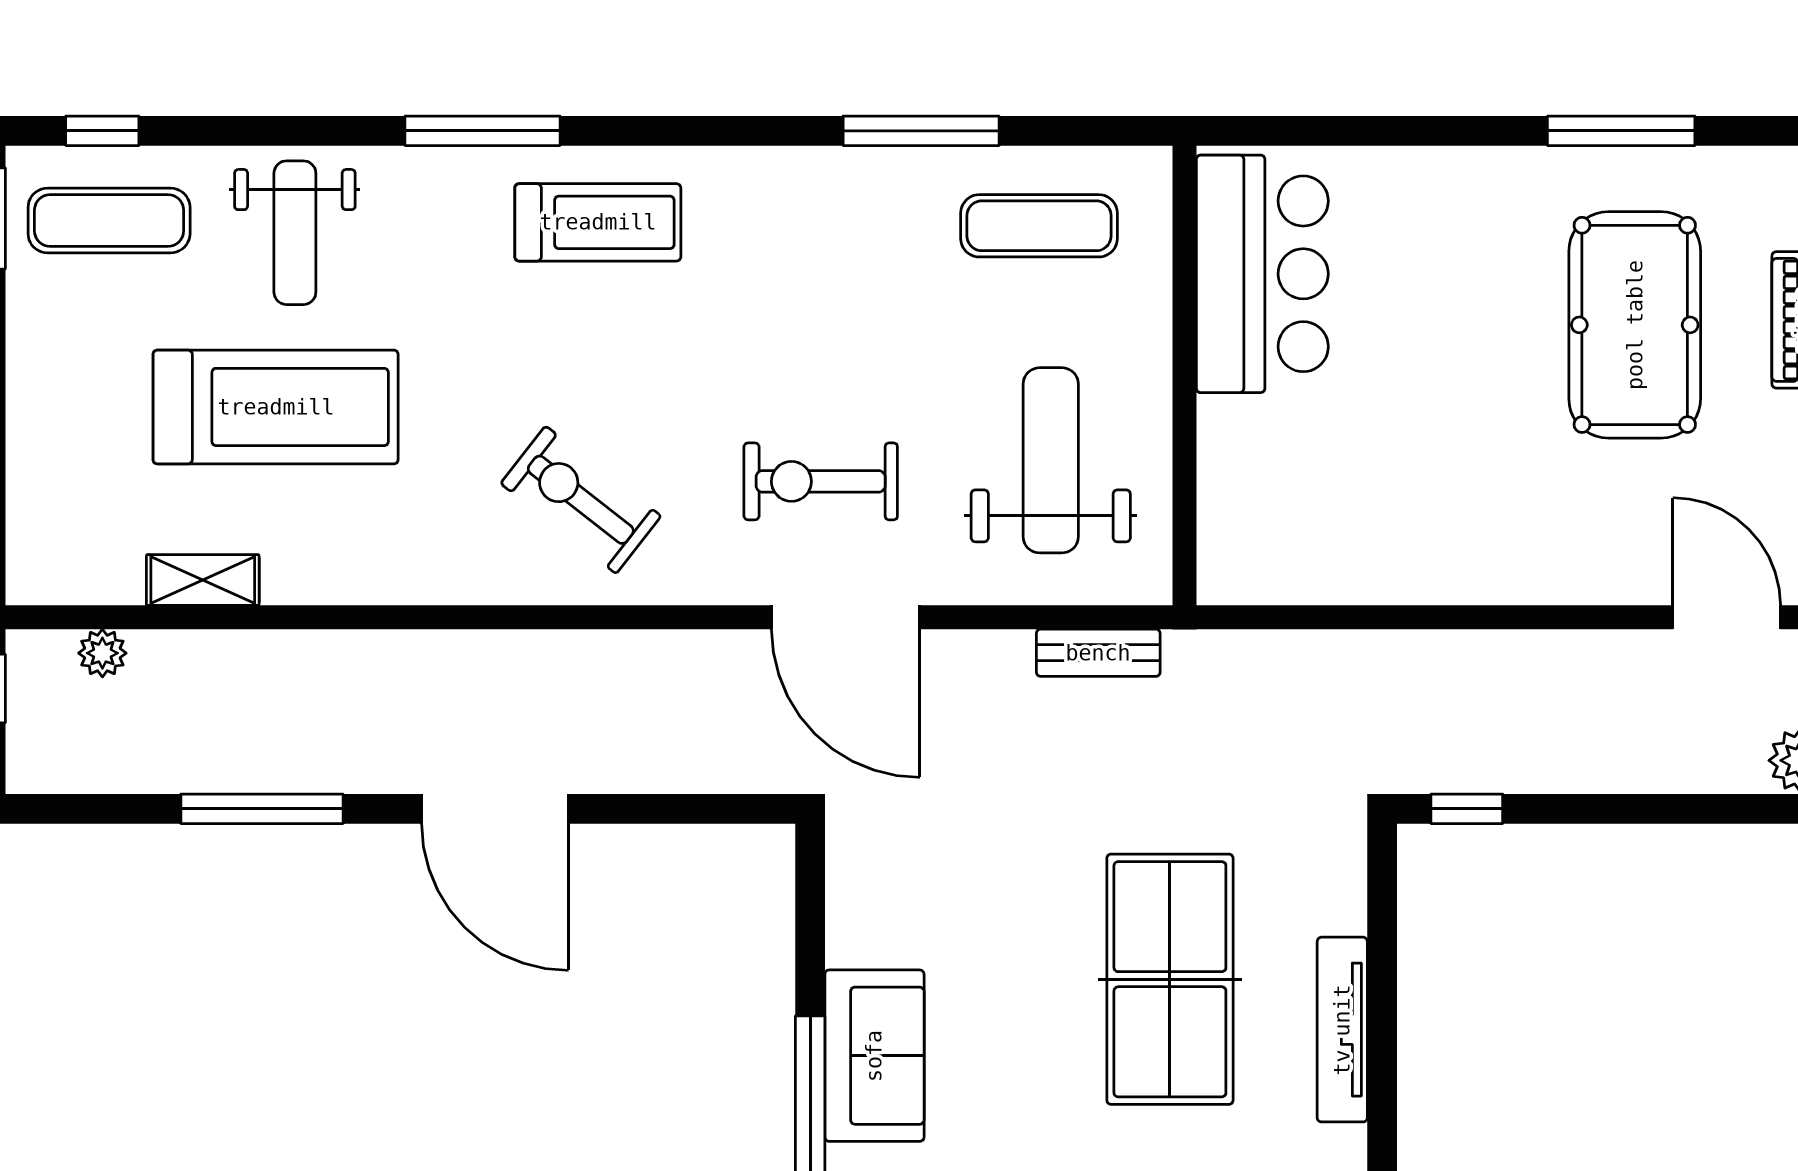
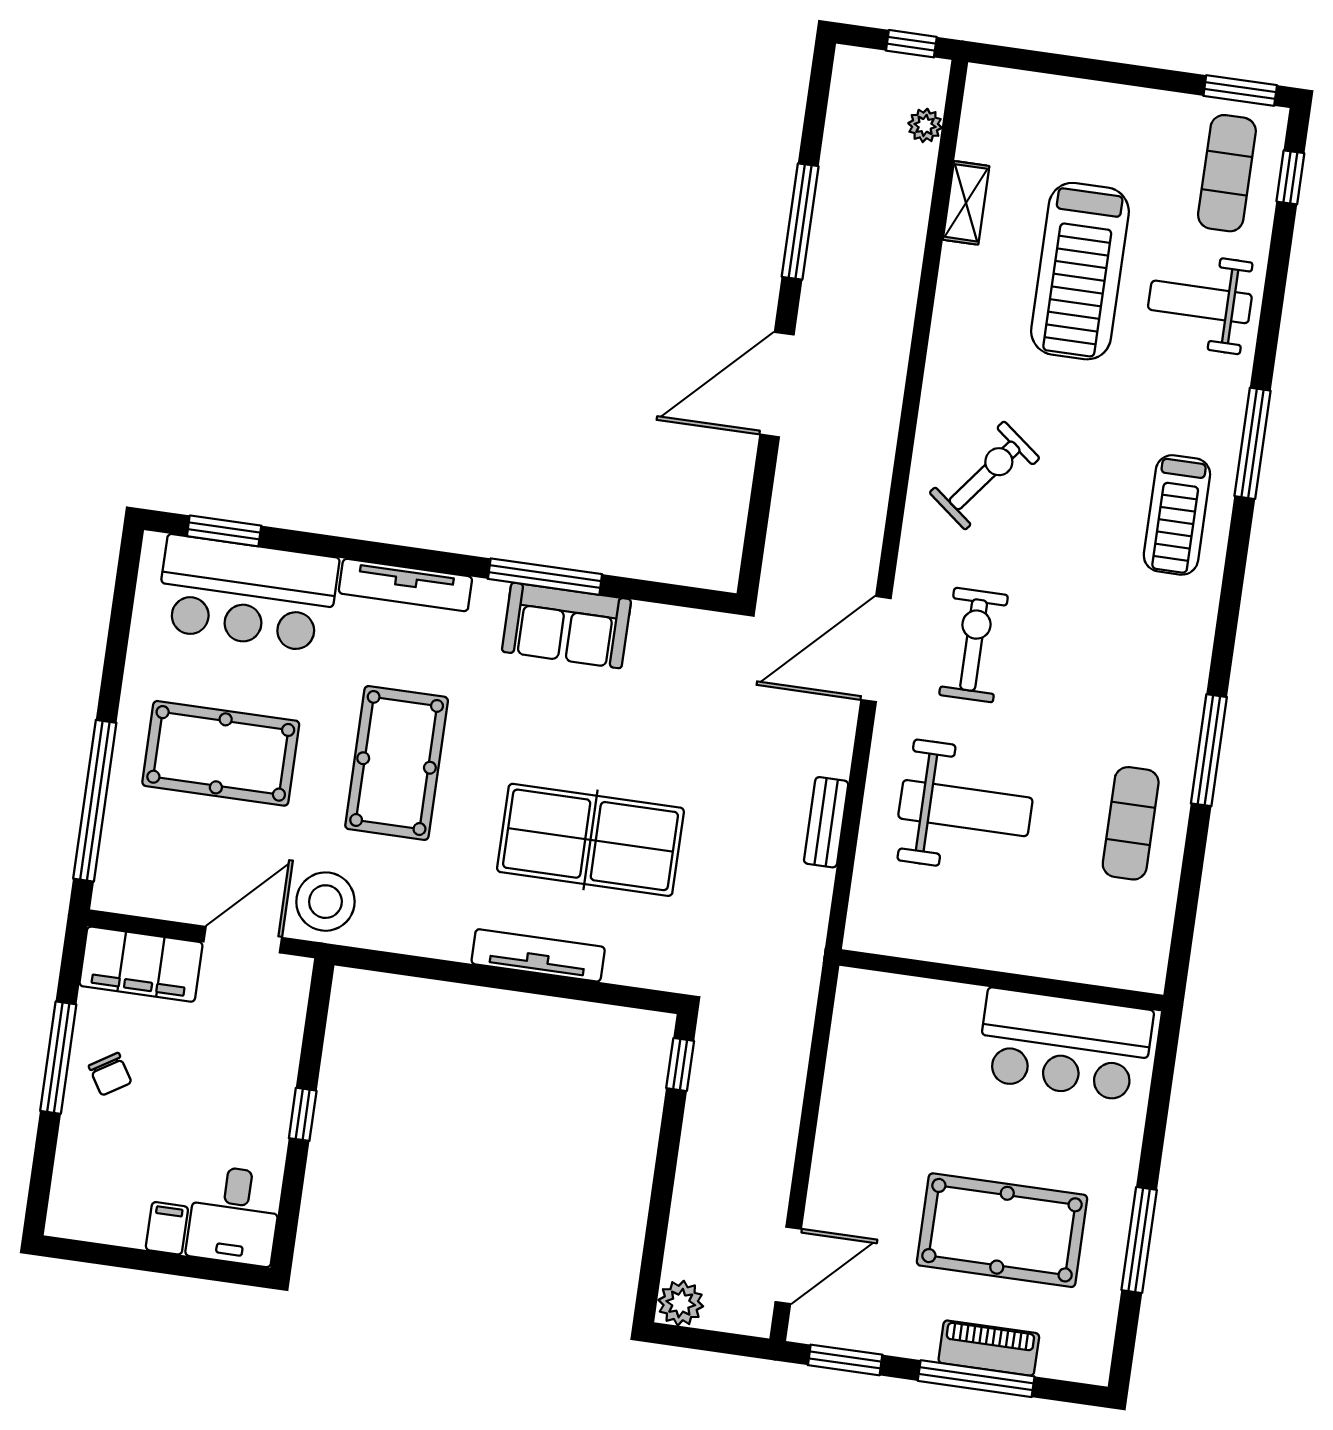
bar counter: (1262, 274) -> (1065, 1045), moved
wall: (1185, 376) -> (1001, 980), moved

